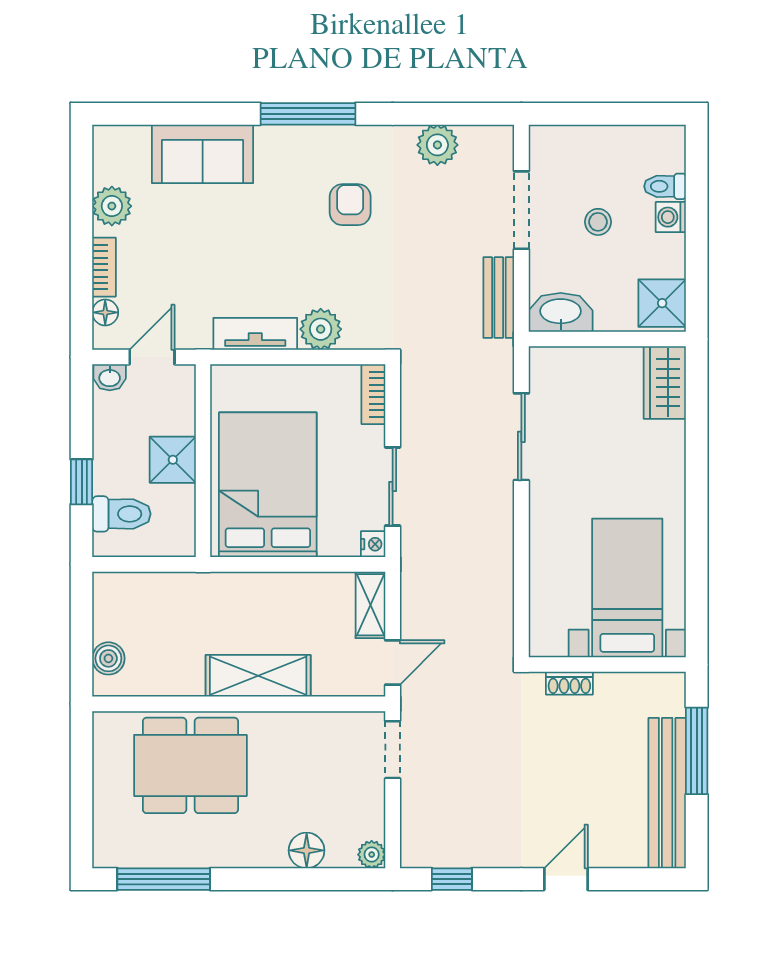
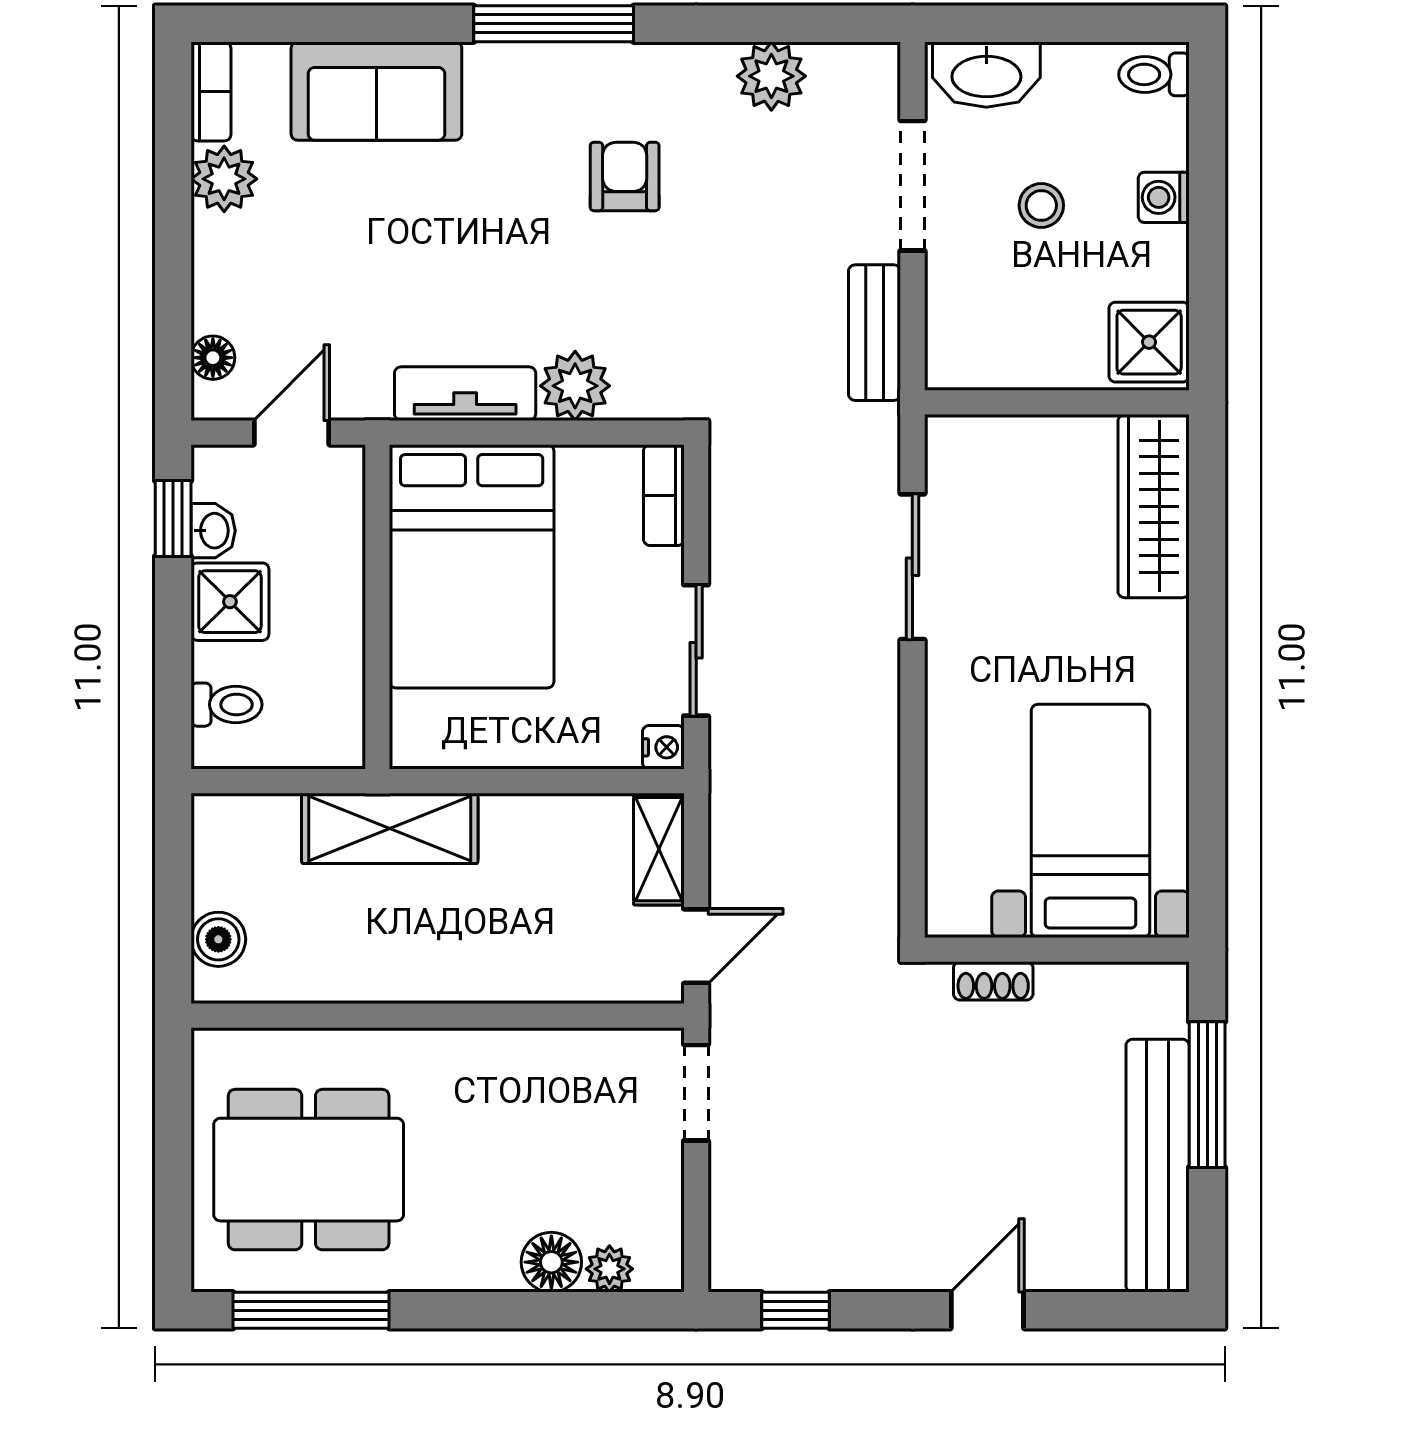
toilet: (665, 186) -> (1154, 74), moved
bookcase: (104, 267) -> (211, 91), moved
washbasin: (561, 312) -> (986, 75), moved, turned 180
washbasin: (110, 377) -> (213, 531), moved, turned -90
wardrobe: (665, 383) -> (1154, 506), width x1.50
shower: (173, 460) -> (230, 602), moved
window: (82, 482) -> (173, 519), moved
bed: (268, 485) -> (472, 566), moved, turned 180
toilet: (121, 514) -> (227, 705), width x0.73, depth x0.72
shelving: (258, 676) -> (390, 828), moved
dining table: (190, 765) -> (309, 1170), moved
plant: (372, 855) -> (609, 1269), moved

